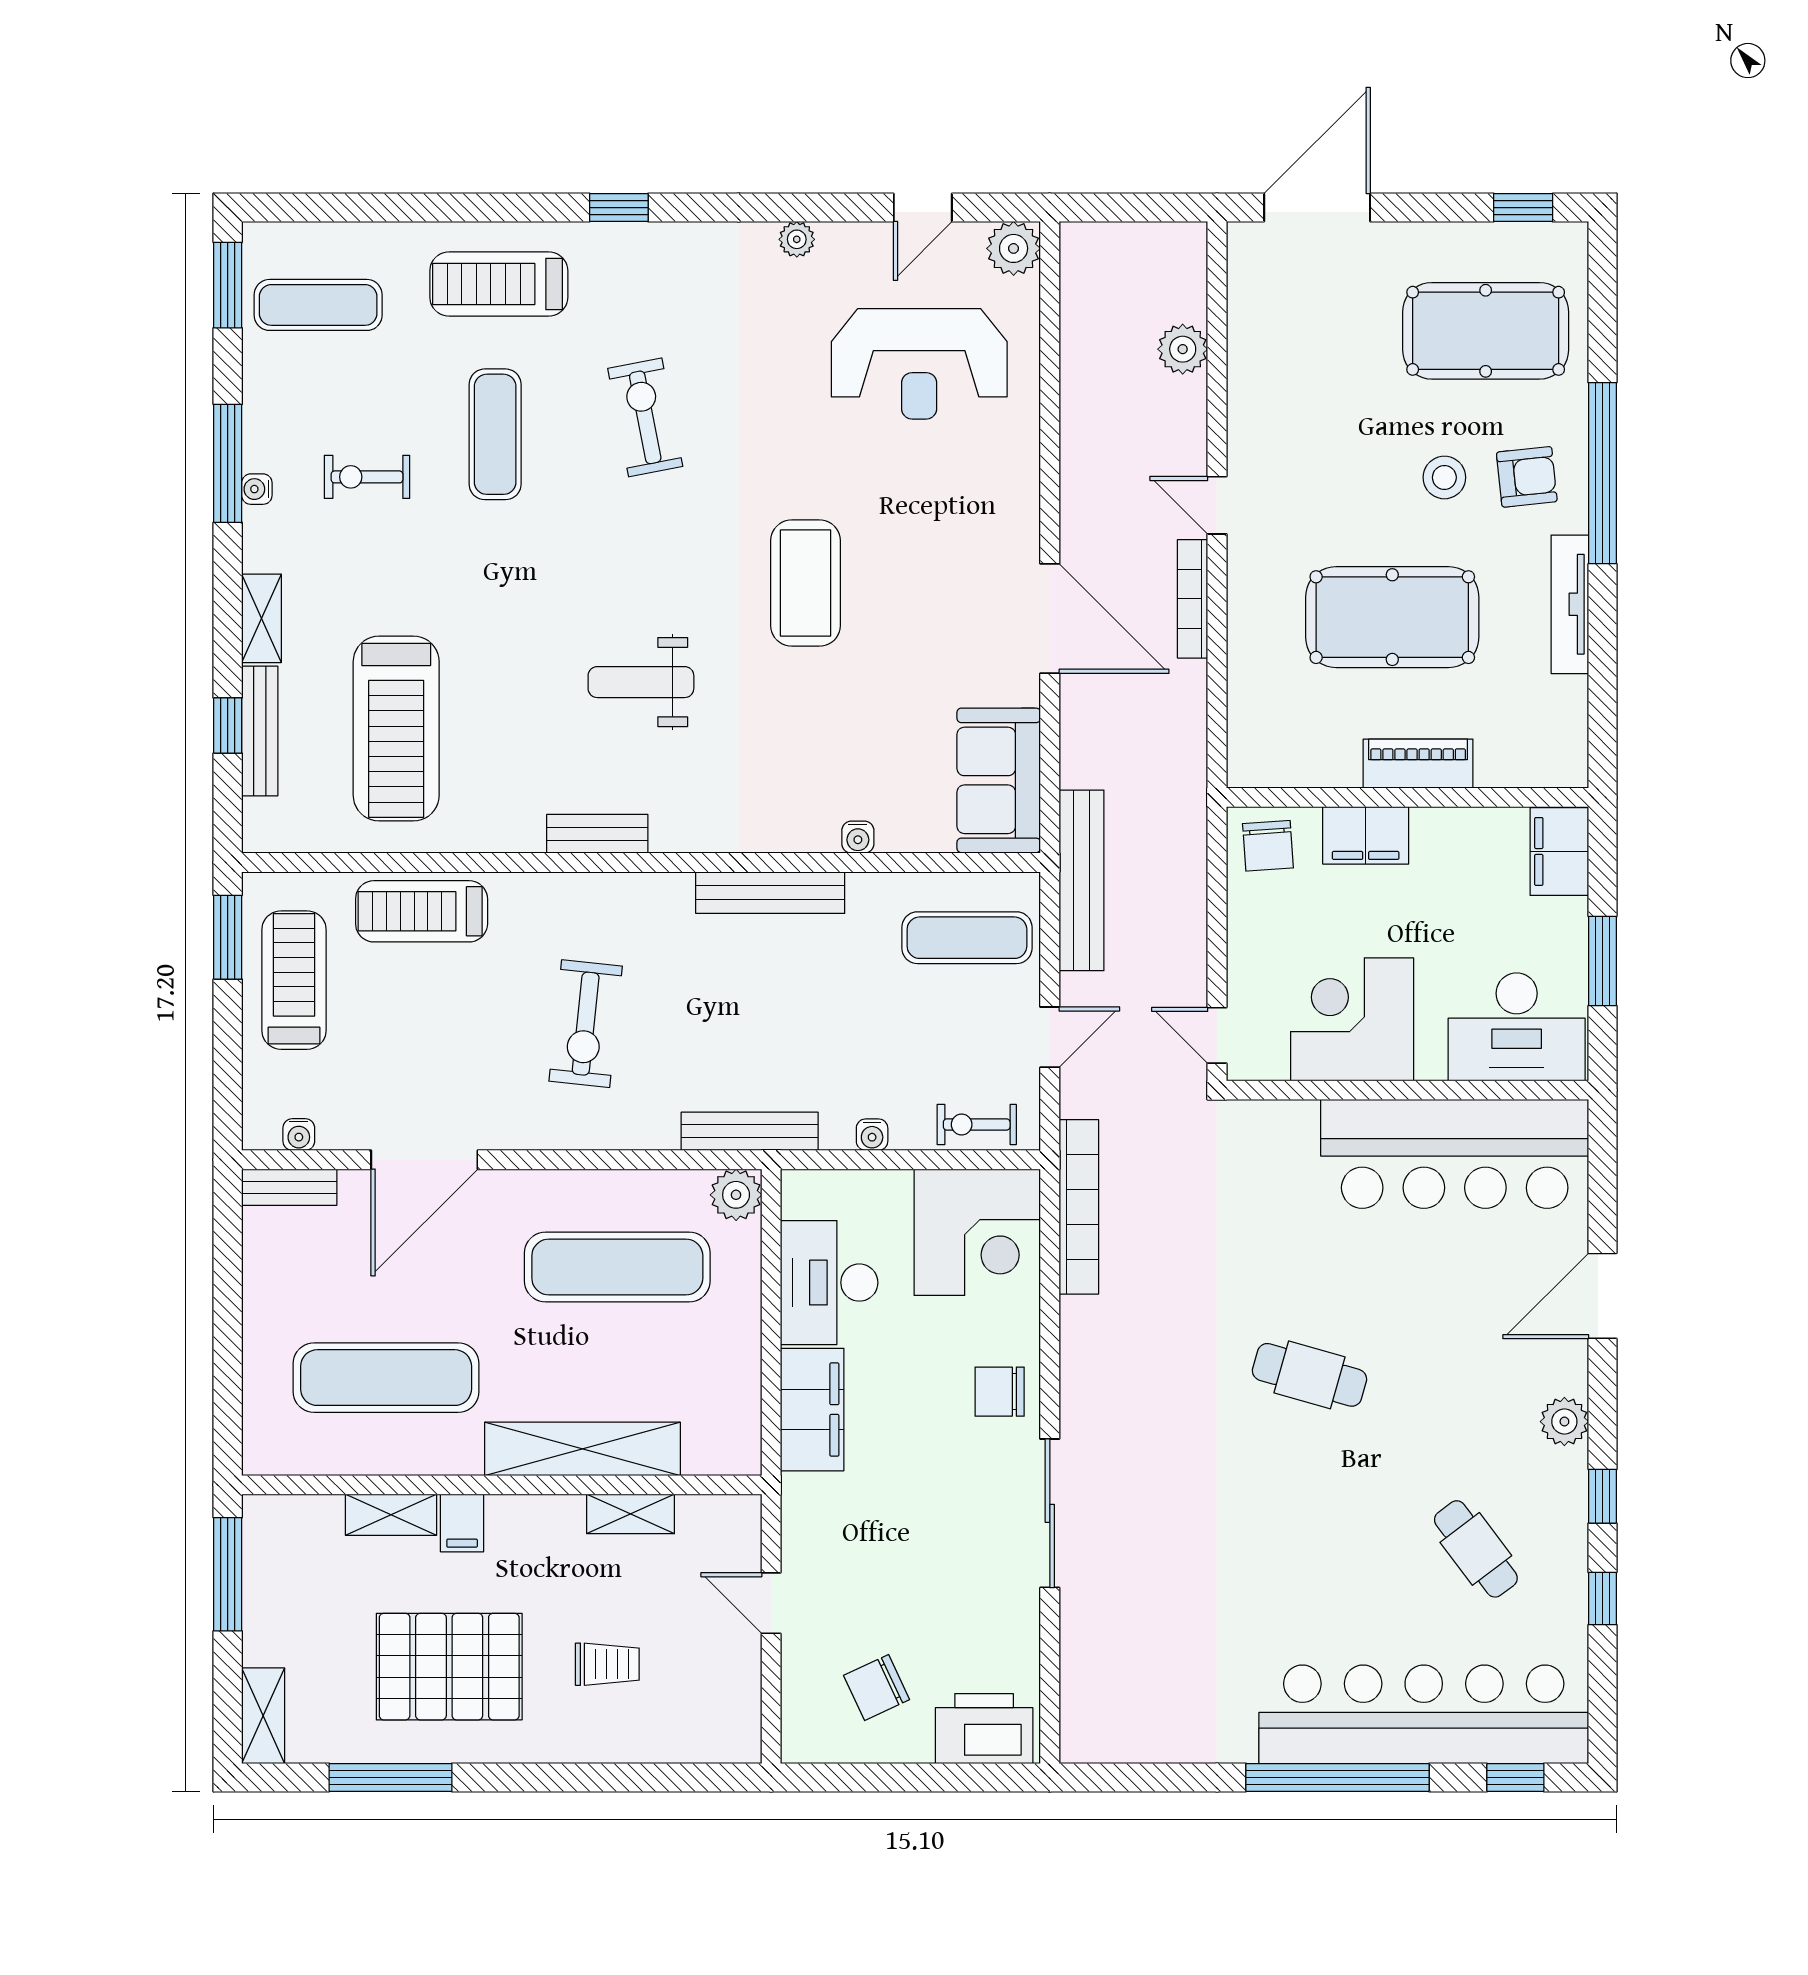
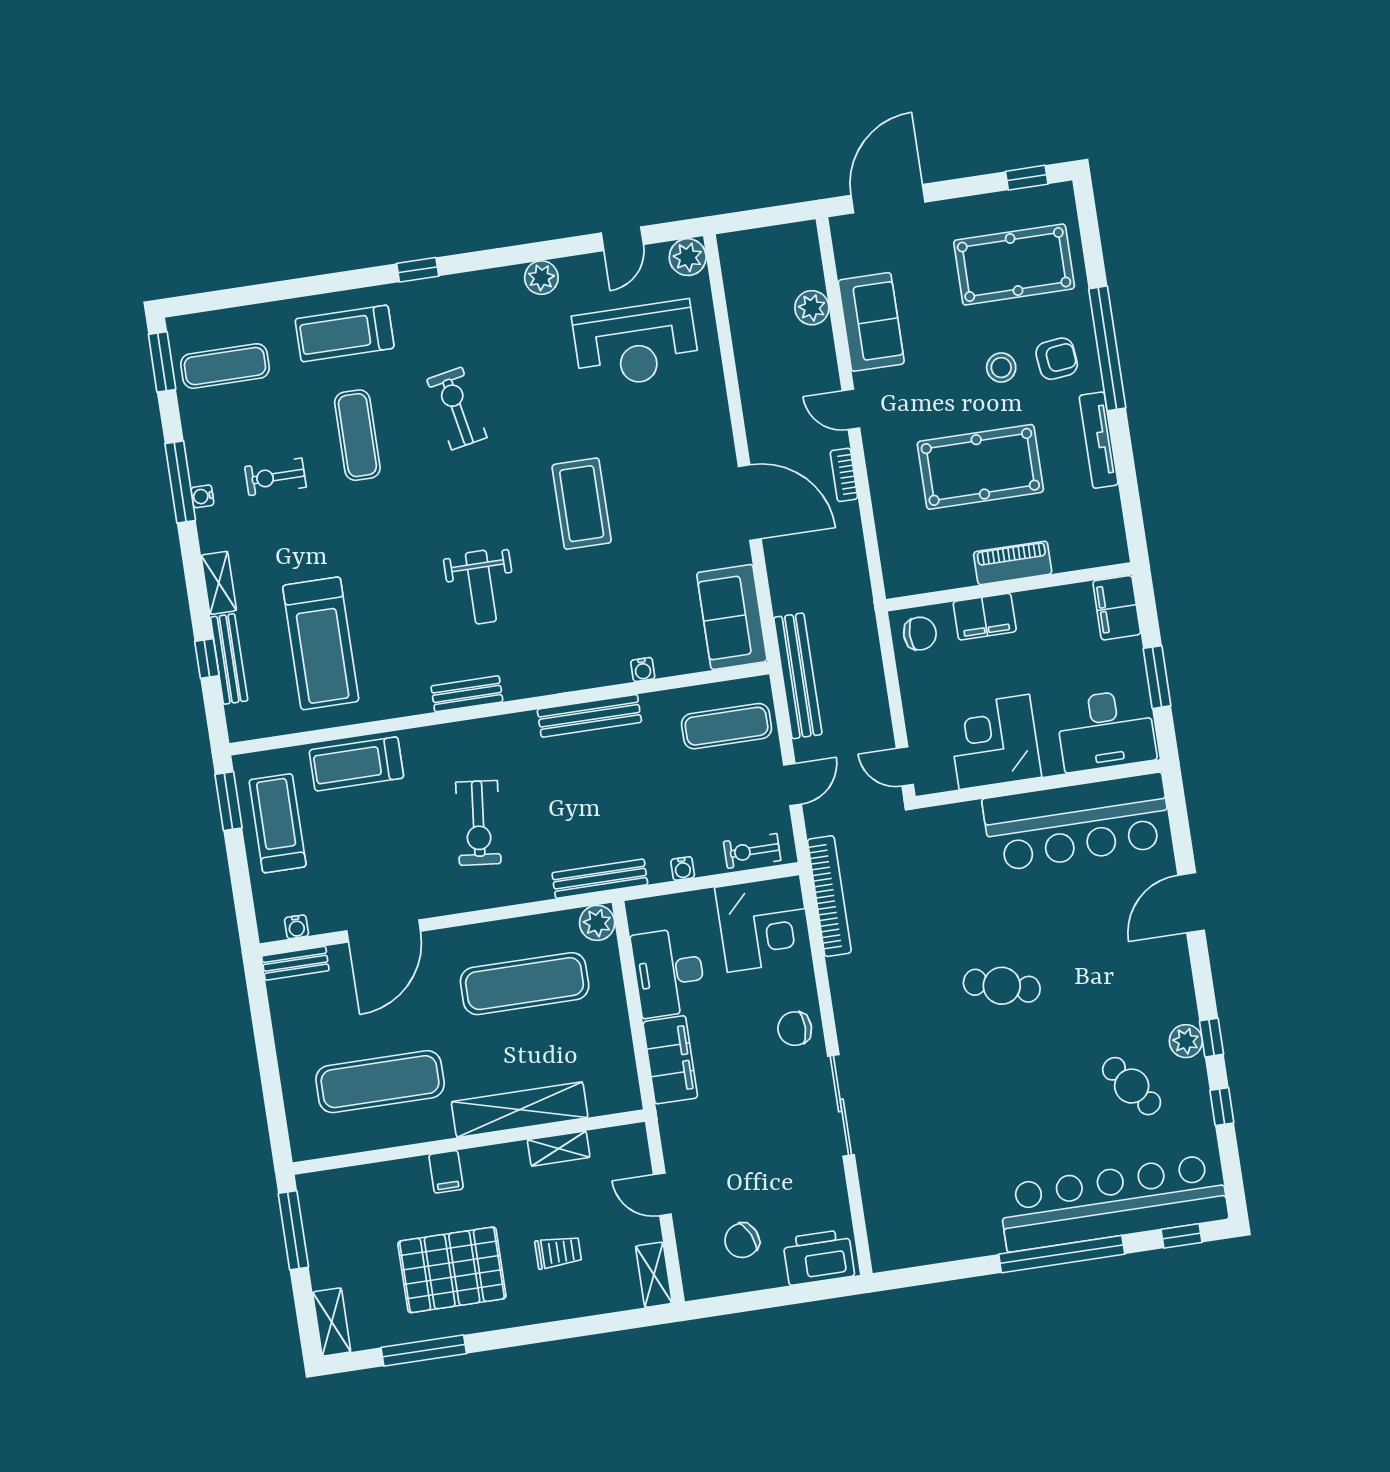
plant: (797, 239) -> (541, 278), width x1.38, depth x1.38
sofa: (1266, 383) -> (871, 322), added
bookcase: (1193, 599) -> (844, 475), width x0.64
weight bench: (641, 682) -> (481, 587), turned -90
chair: (1268, 846) -> (920, 634), turned -86
plant: (1564, 1422) -> (1186, 1041), moved
shelving: (391, 1515) -> (654, 1275), moved, turned 90

